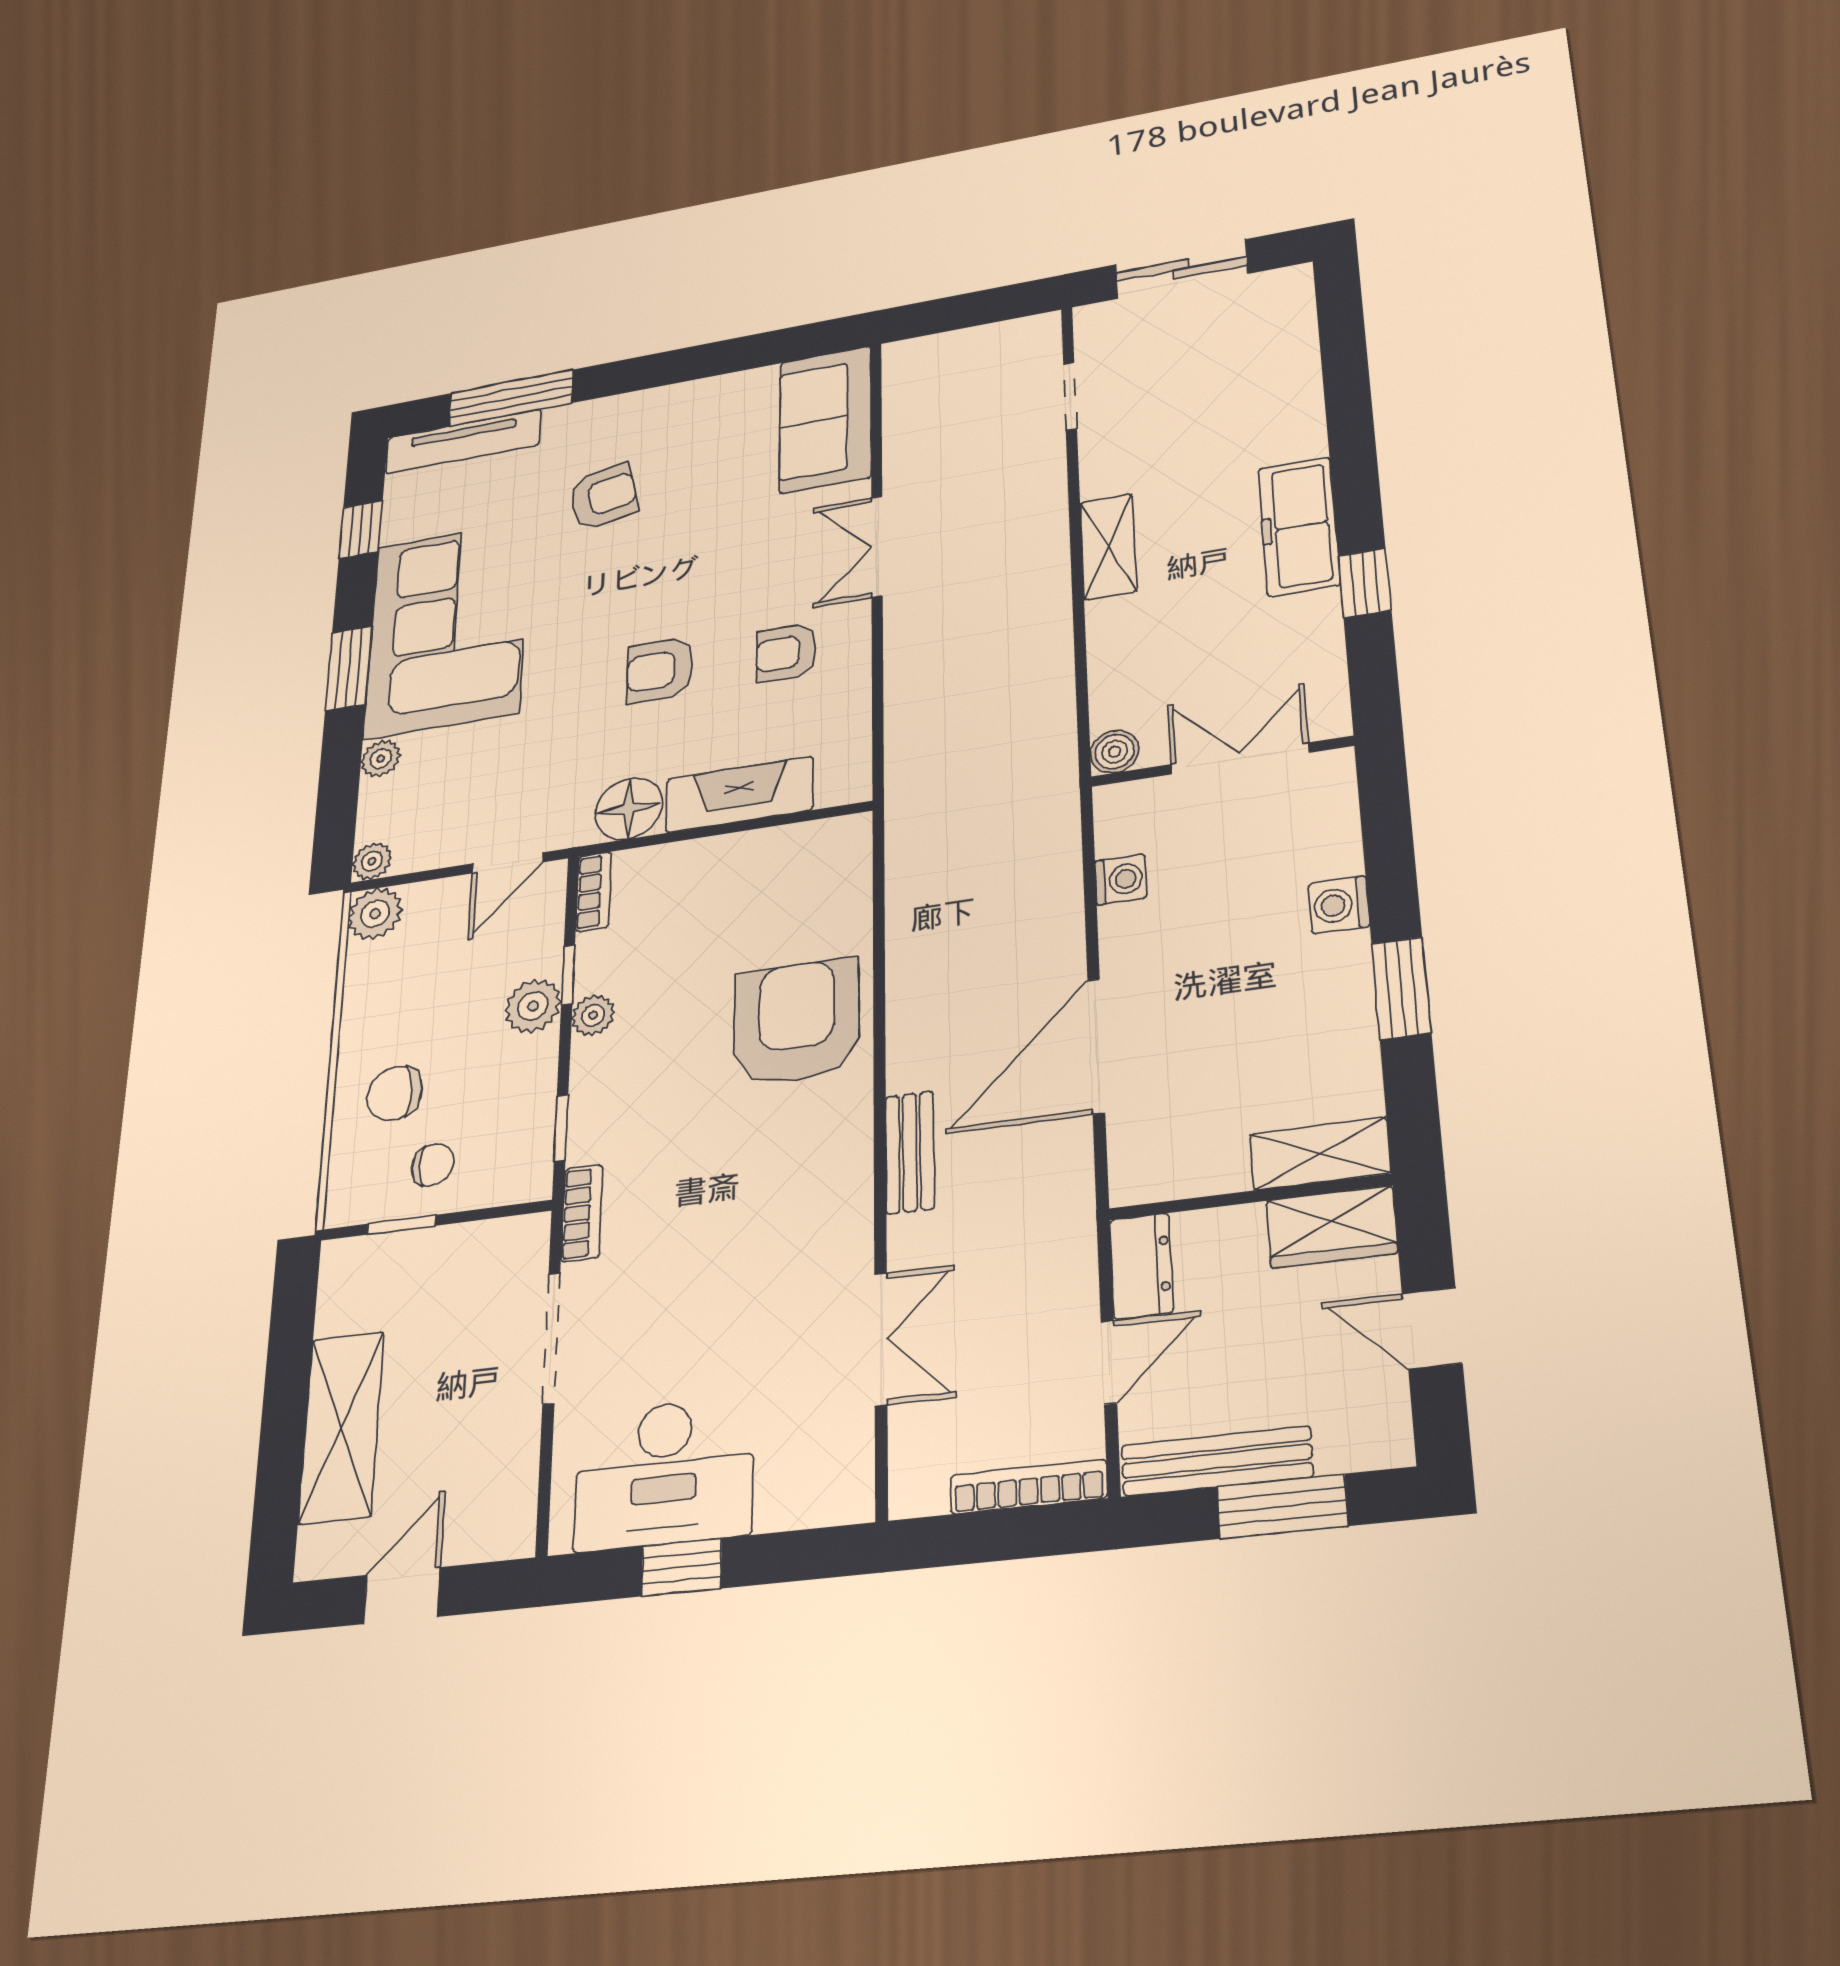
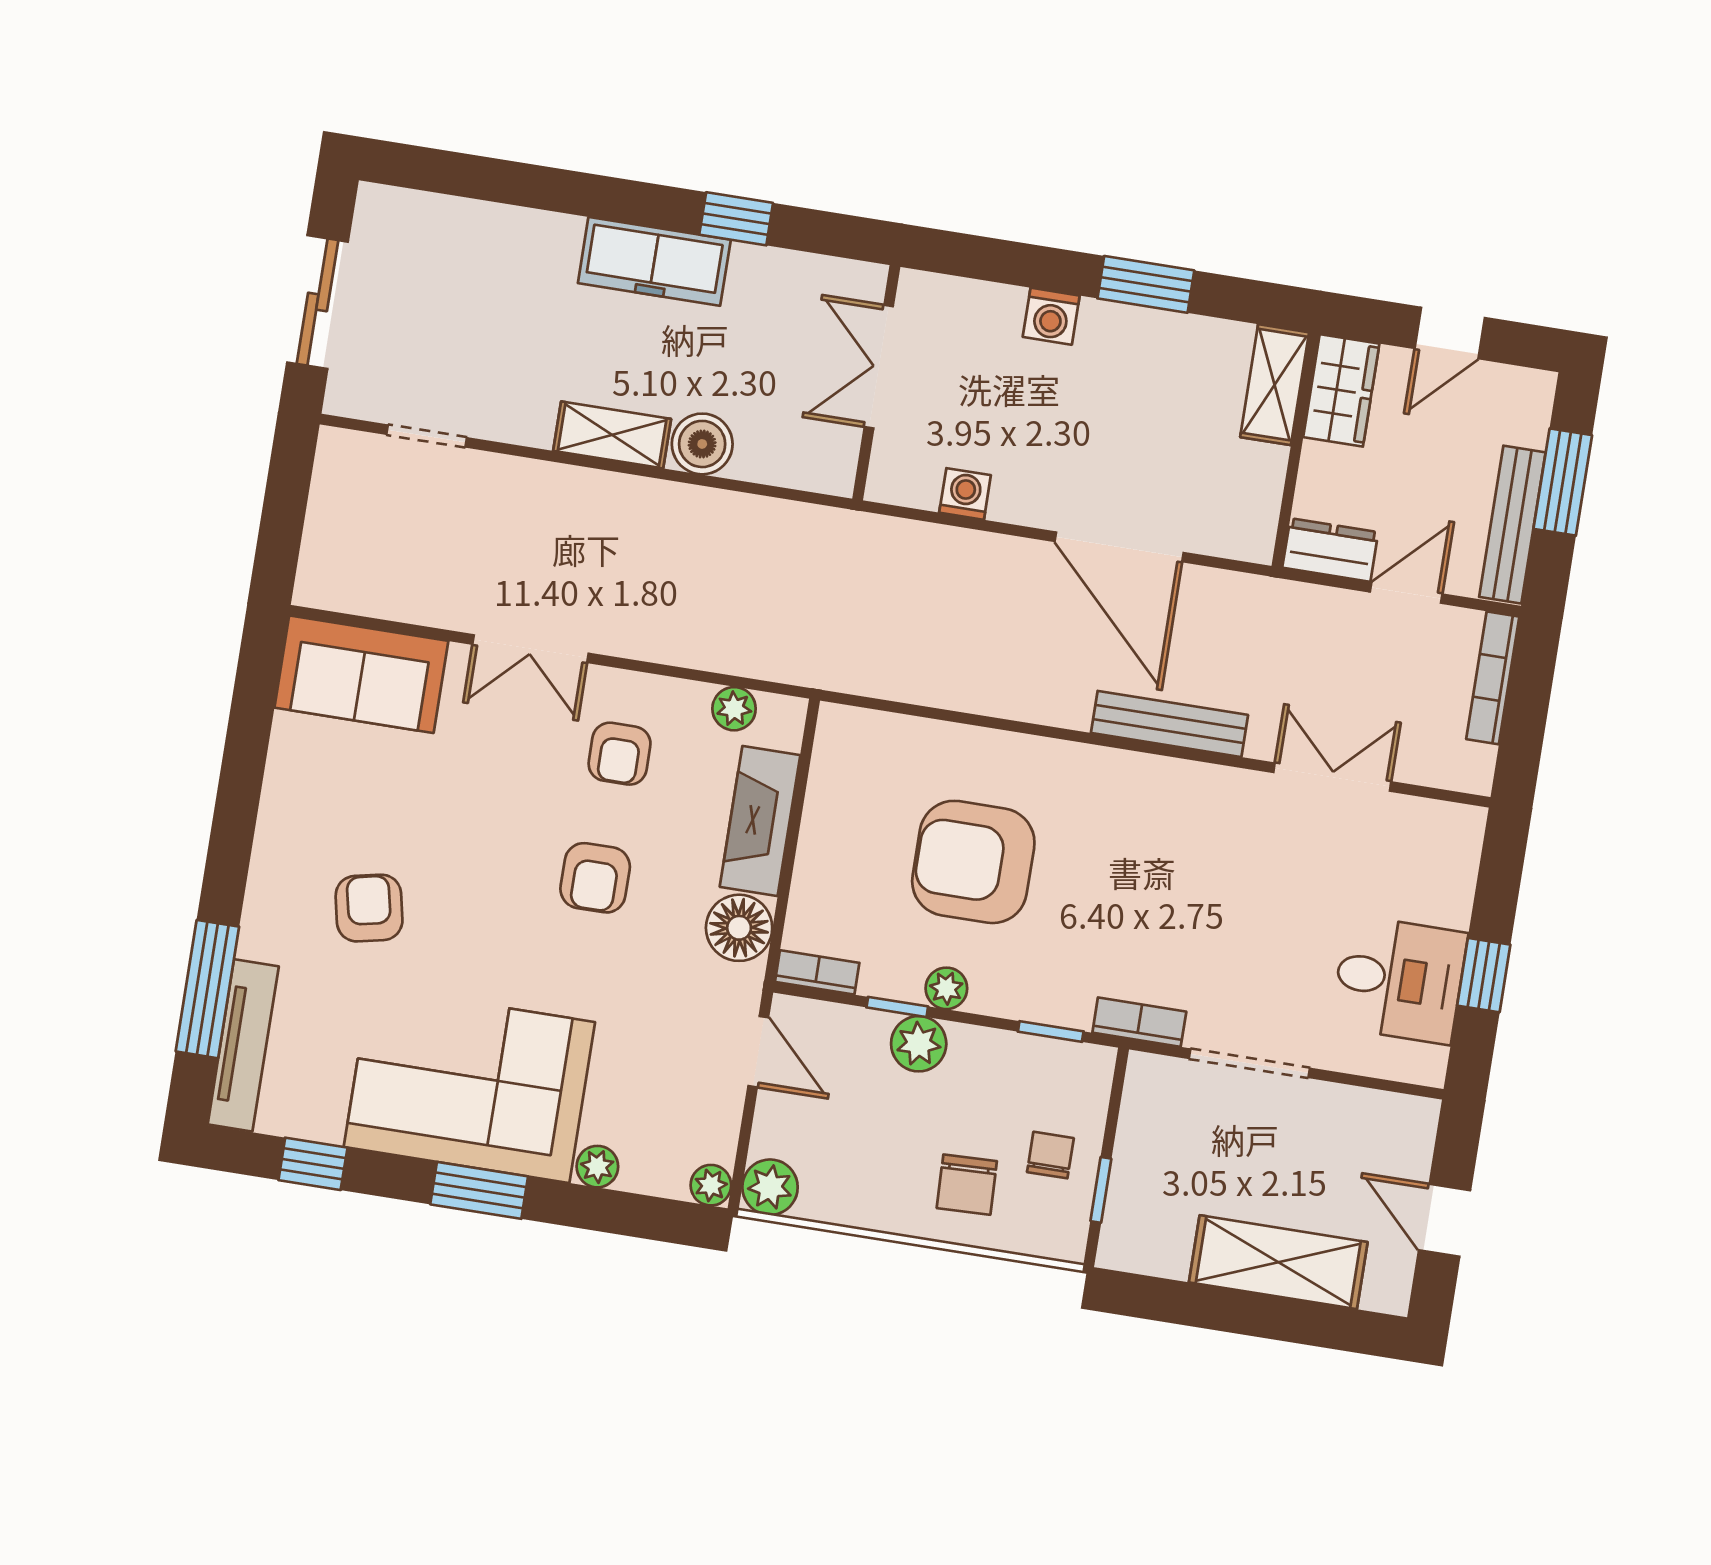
plant: (850, 737) -> (734, 709), added
boiler: (1115, 752) -> (702, 444), moved, width x1.36, depth x1.36
armchair: (796, 1022) -> (973, 862), moved
bench: (910, 1152) -> (1169, 724), width x1.36
door: (1109, 1362) -> (1406, 593), hinge flipped
desk: (664, 1474) -> (1399, 980), width x0.73

